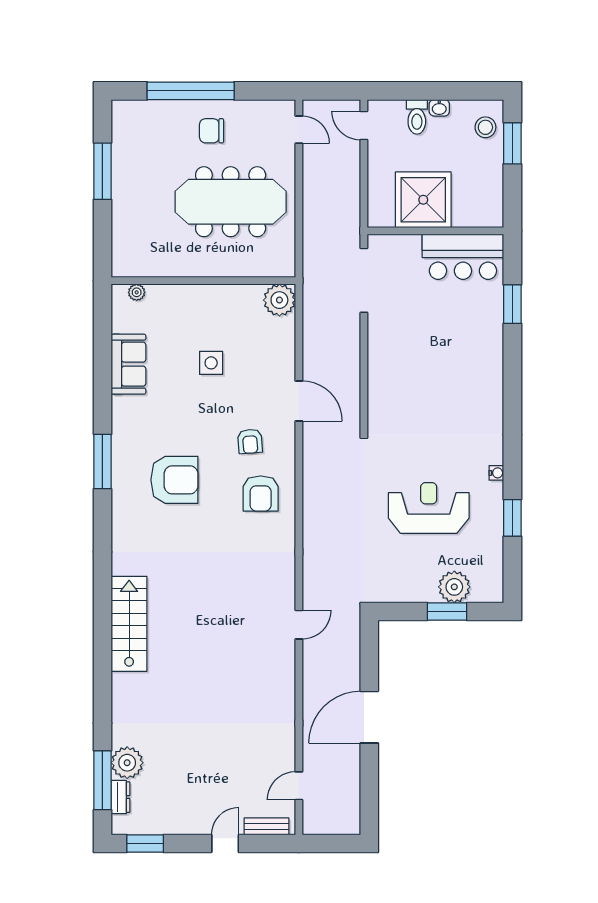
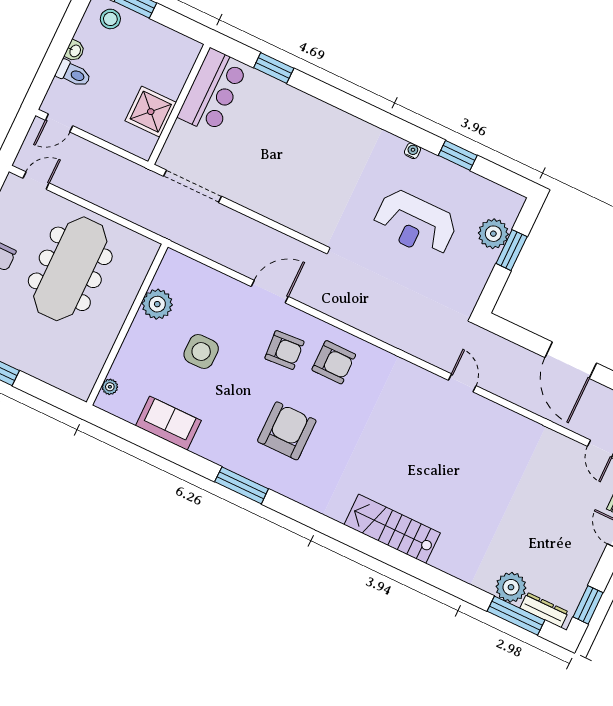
shower: (423, 200) -> (151, 112), width x0.73, depth x0.73
plant: (279, 300) -> (157, 304), moved
side table: (211, 363) -> (201, 351), width x1.37, depth x1.37
armchair: (250, 441) -> (284, 350), width x1.38, depth x1.38
reception desk: (429, 508) -> (415, 223), turned -90
dresser: (120, 797) -> (544, 610), width x1.44

